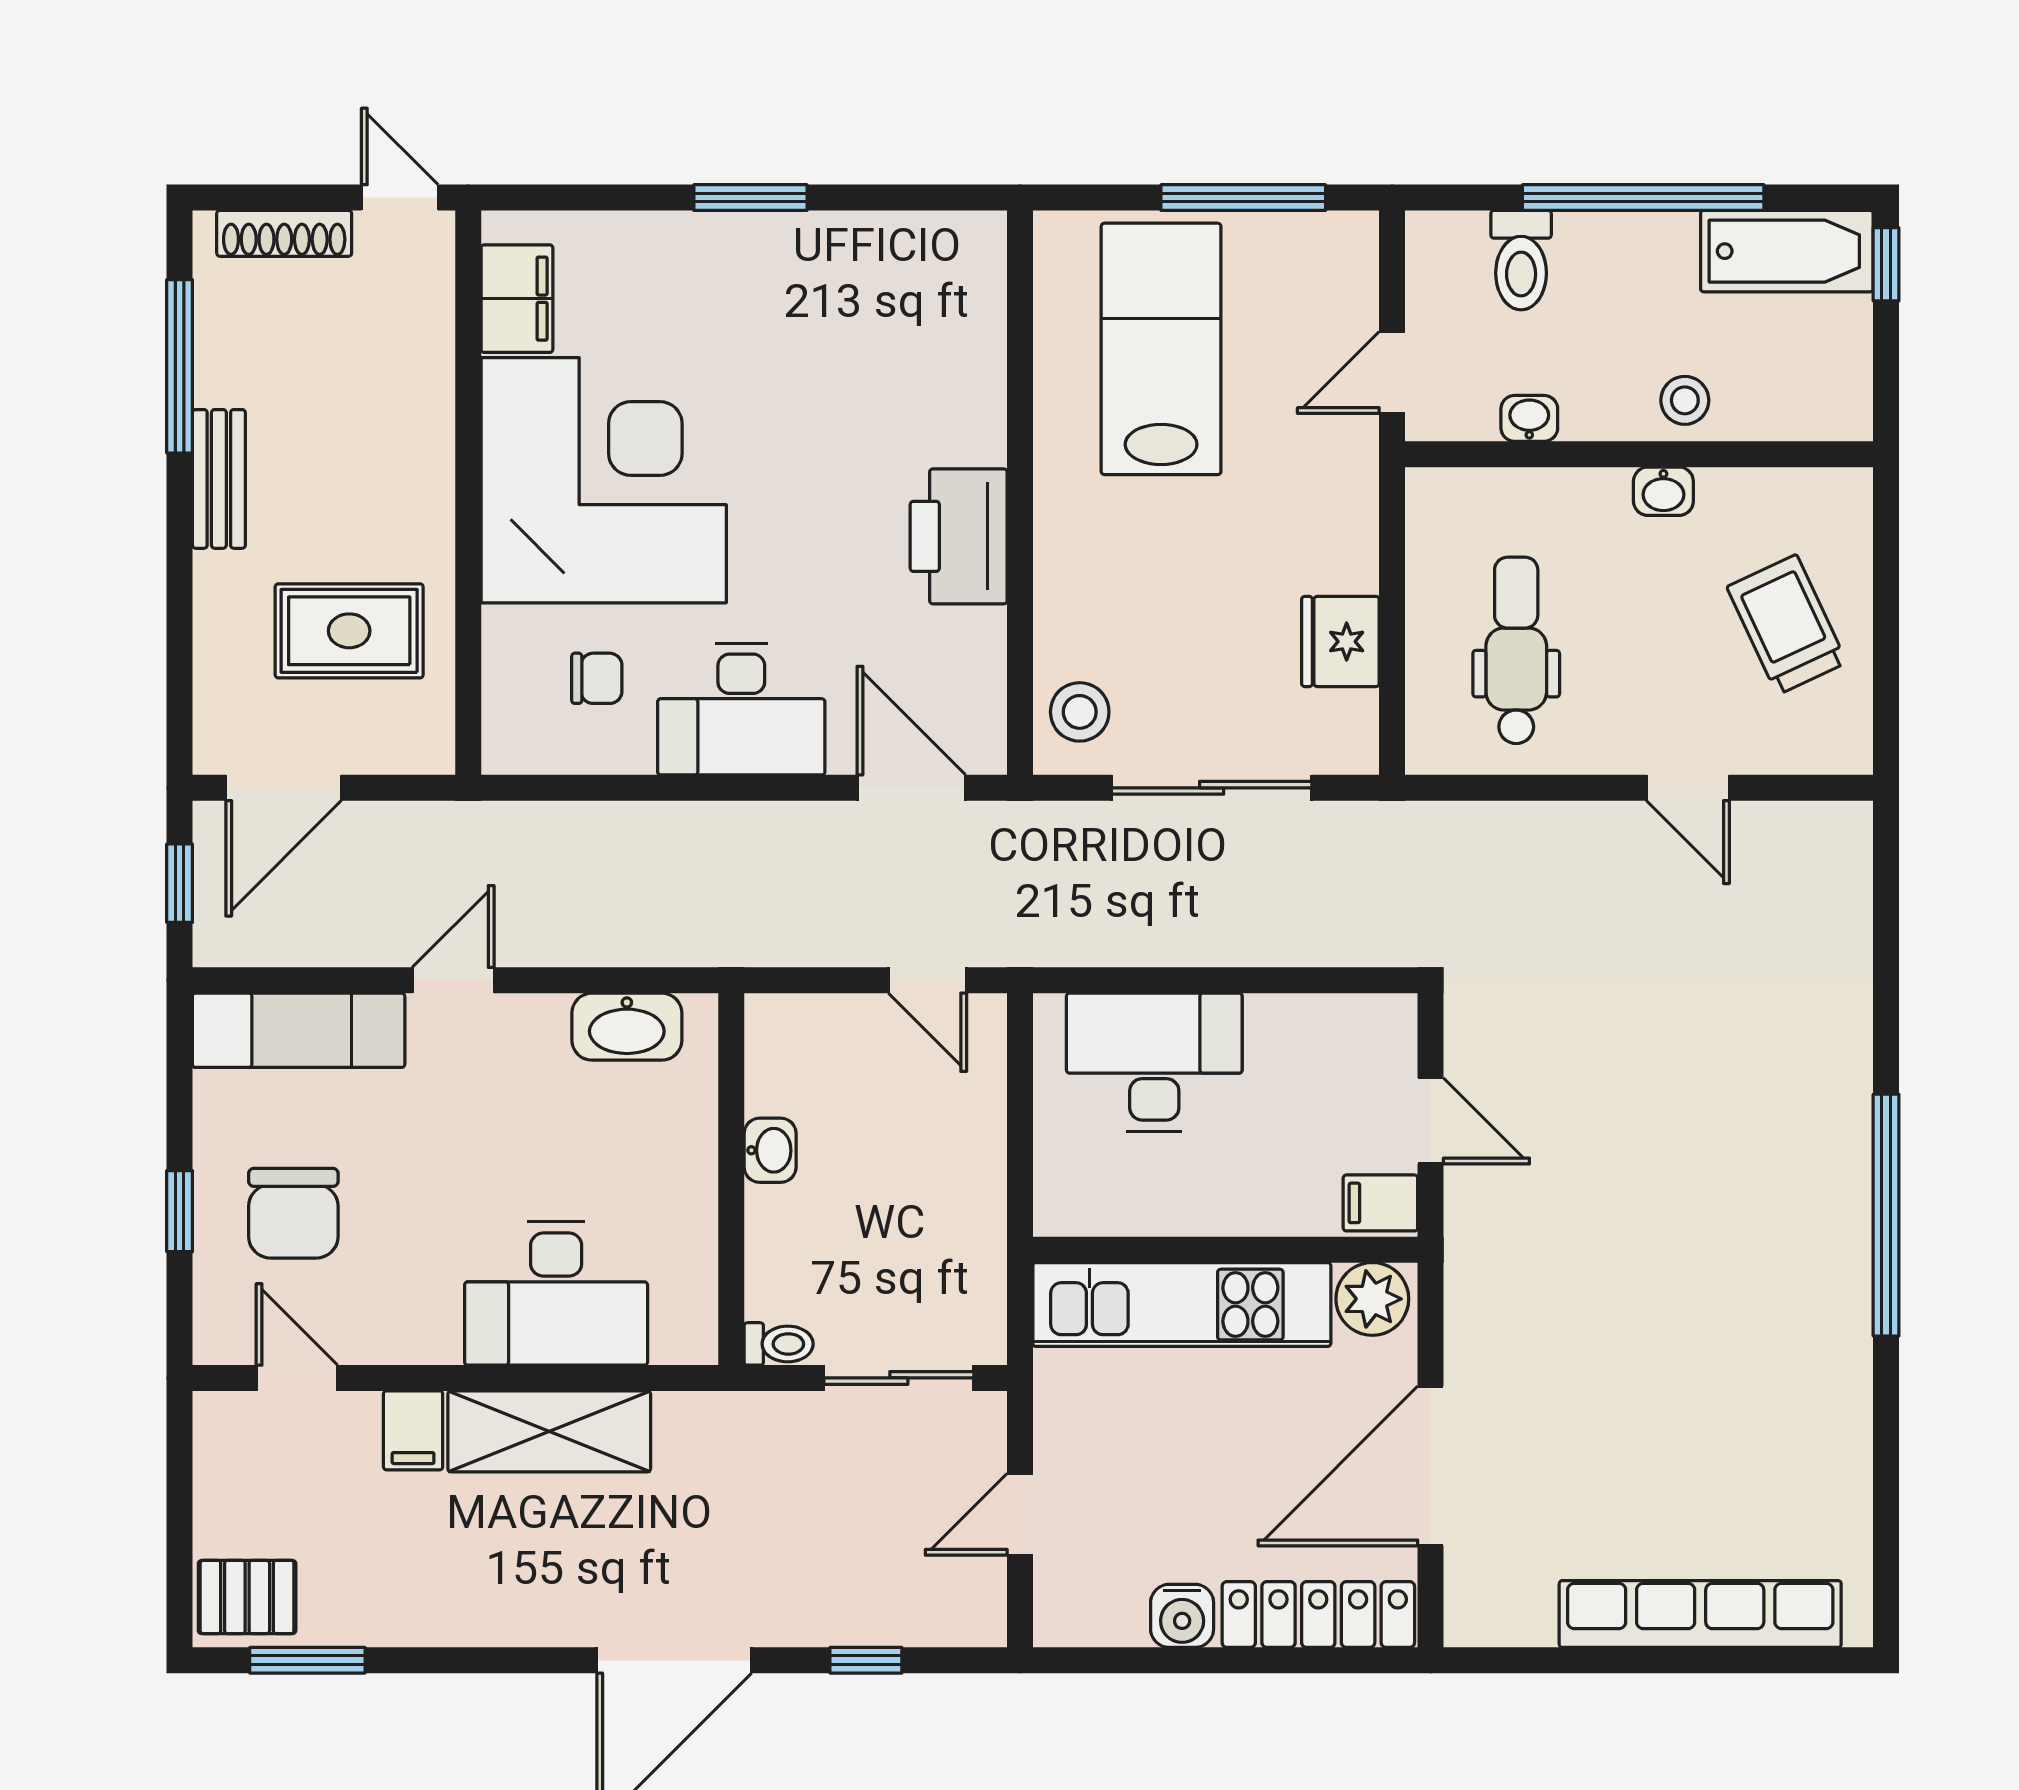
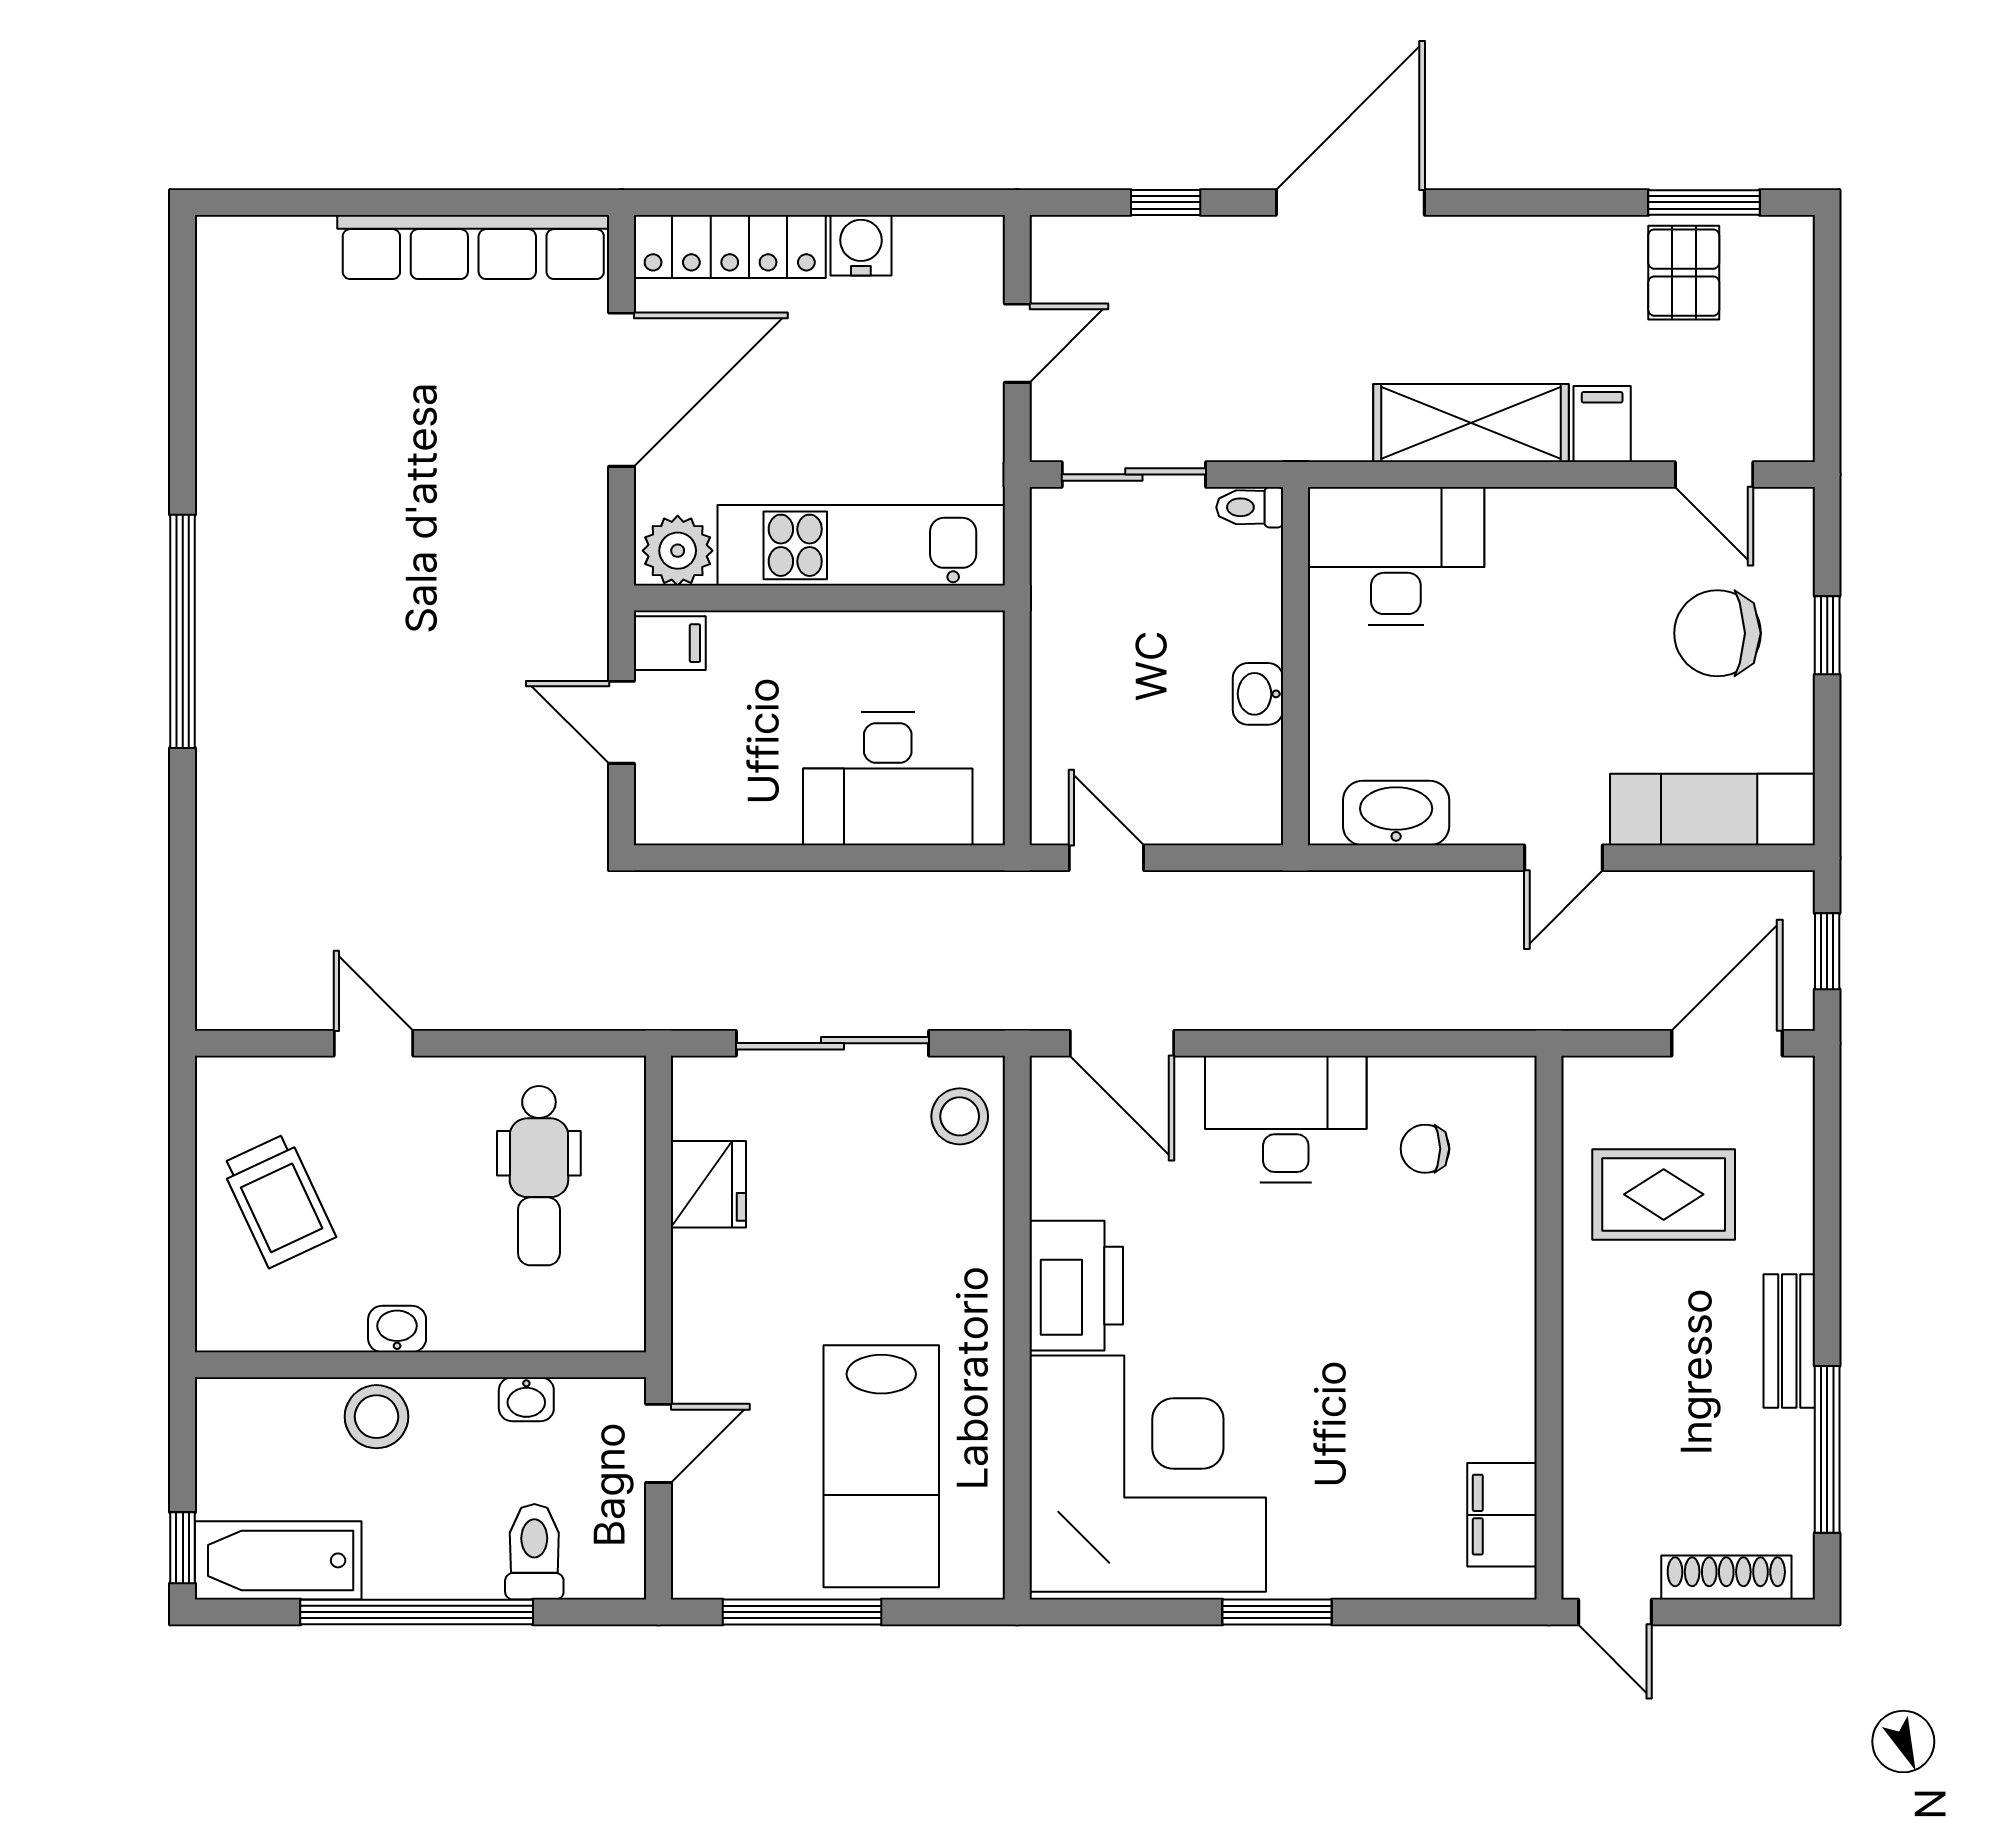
stool: (1685, 400) -> (376, 1417), width x1.37, depth x1.37
corner desk: (604, 480) -> (1148, 1474), moved, turned 180
chair: (293, 1213) -> (1717, 633), turned -90
desk: (556, 1293) -> (1396, 556), moved
pallet: (247, 1597) -> (1684, 273), moved, turned 90
row of seats: (1700, 1614) -> (473, 247), moved

